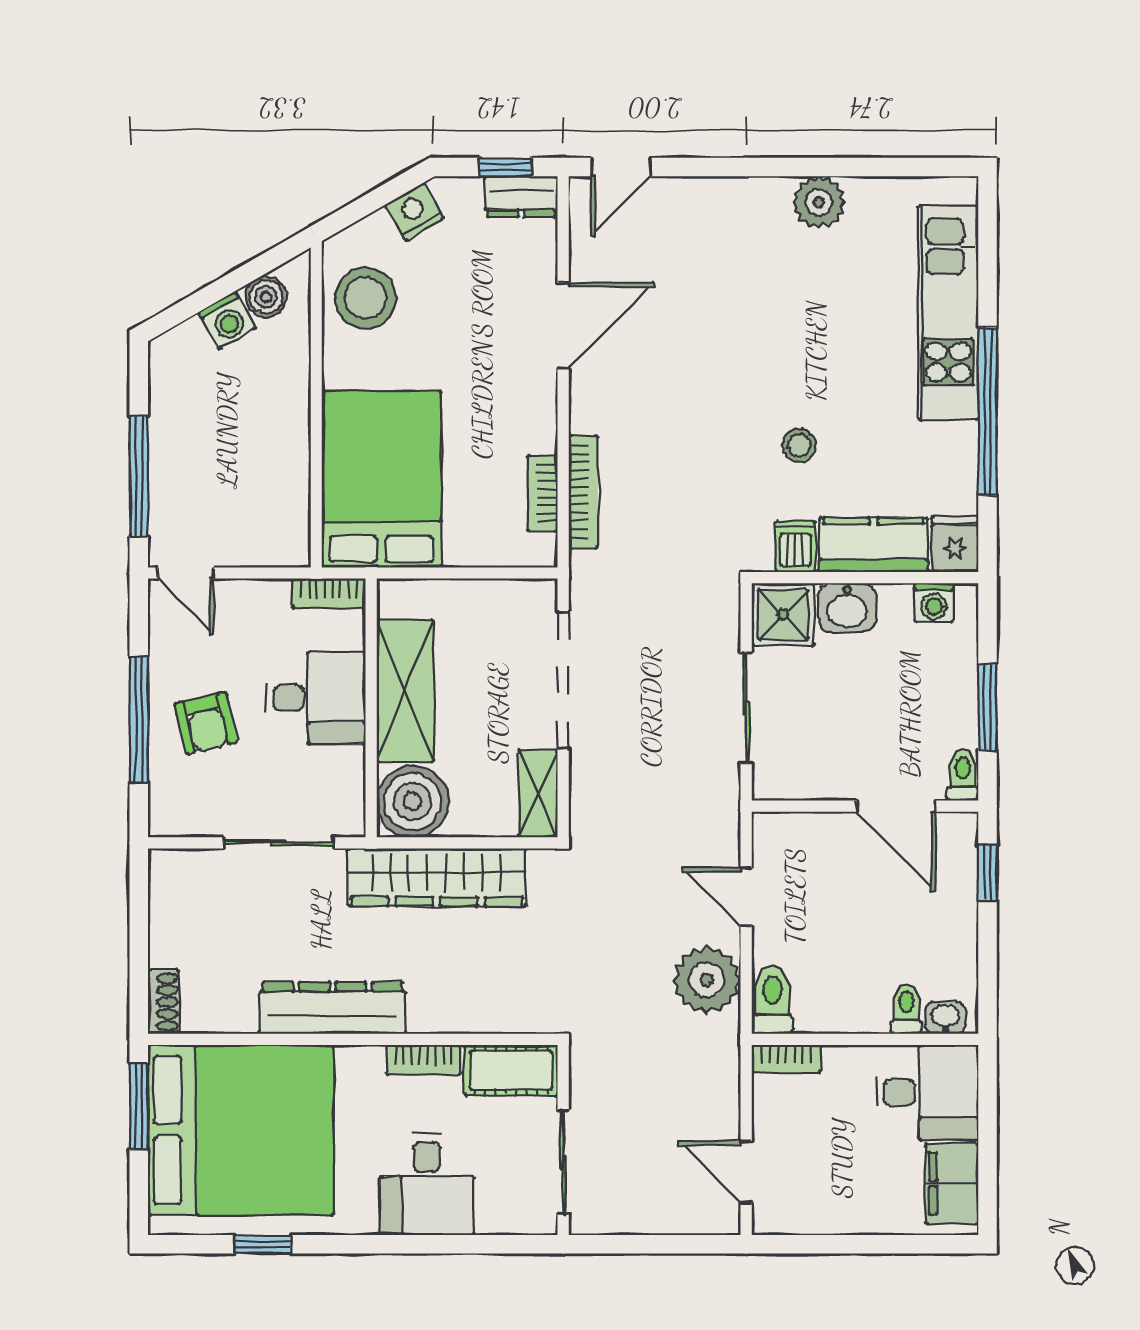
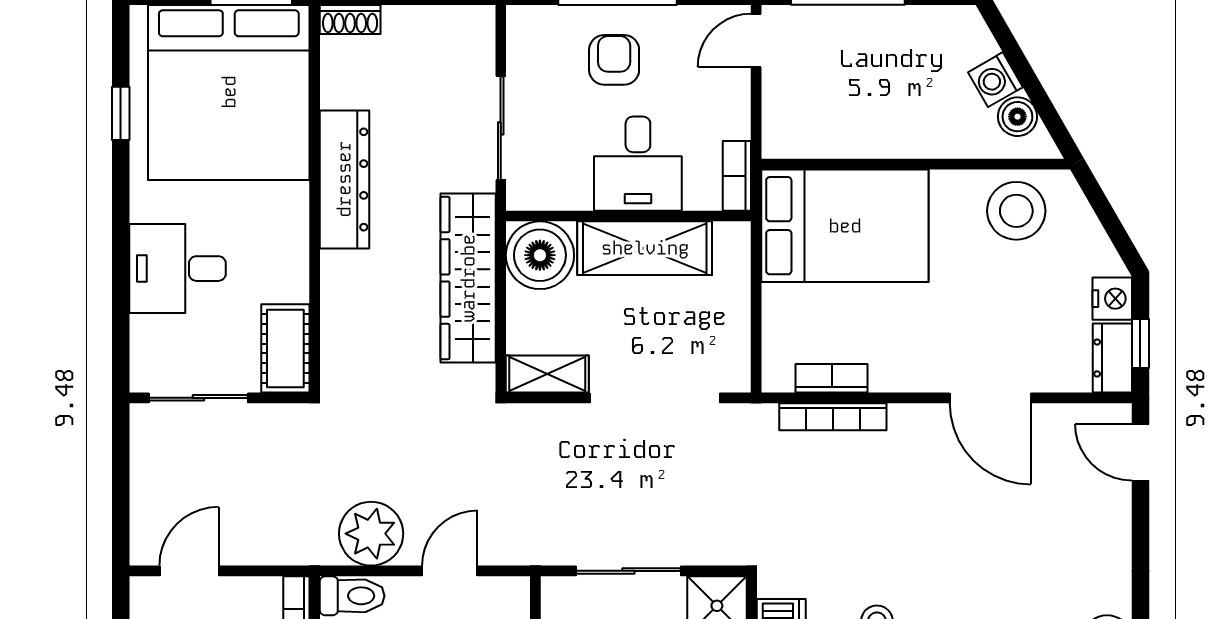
nightstand: (414, 212) -> (1112, 299), moved, turned 30
armchair: (206, 723) -> (614, 60), turned 103
bookcase: (424, 1060) -> (295, 266), removed

